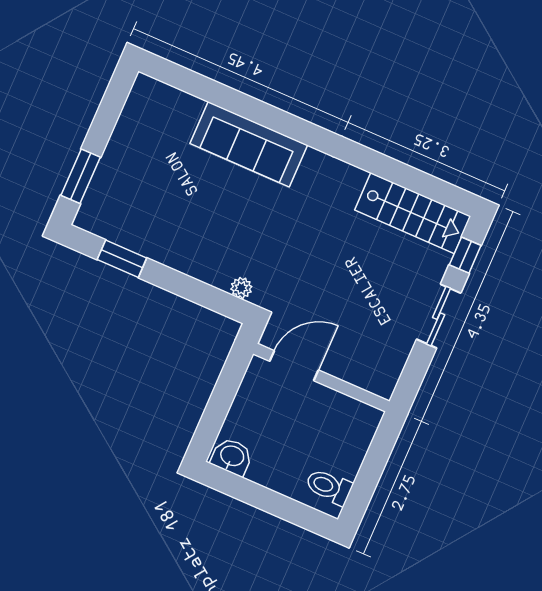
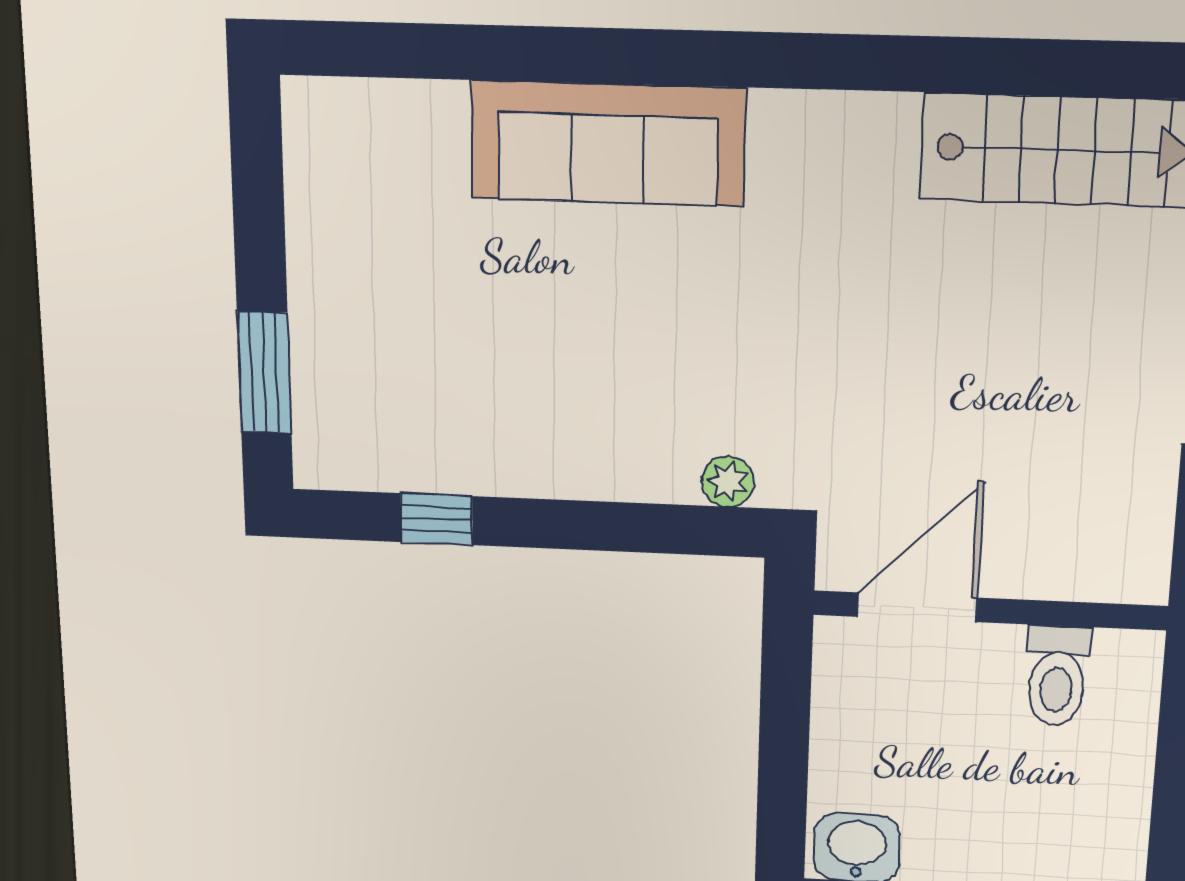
window: (122, 259) -> (437, 519), width x0.67
toilet: (329, 487) -> (1057, 676), moved, turned -90

